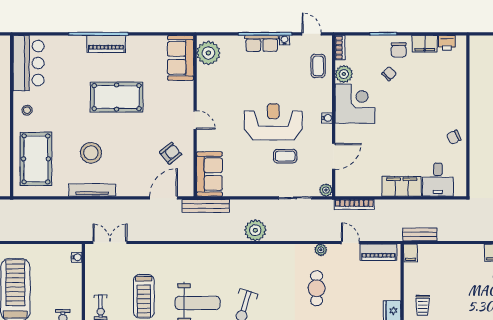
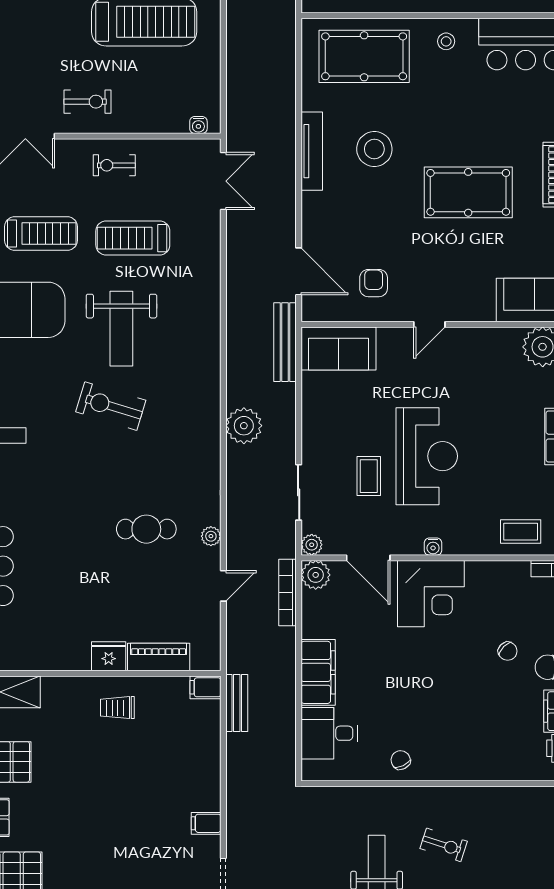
plant: (344, 74) -> (316, 575), moved
pool table: (117, 97) -> (468, 192), turned 90
corner desk: (355, 104) -> (431, 594), moved
armchair: (171, 153) -> (374, 283), turned -141
piano: (378, 252) -> (159, 657), moved, turned 90

